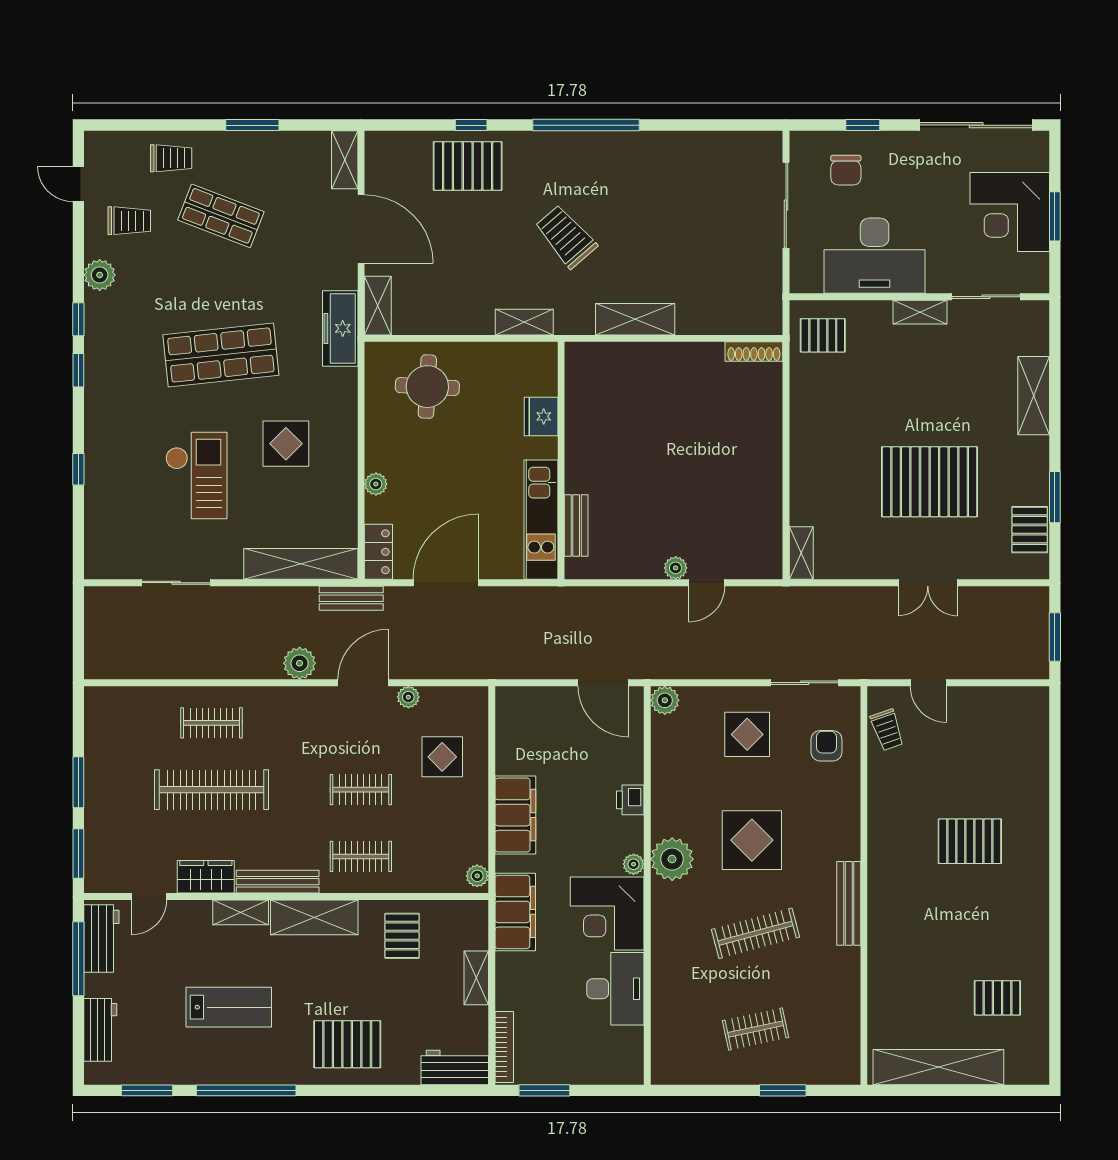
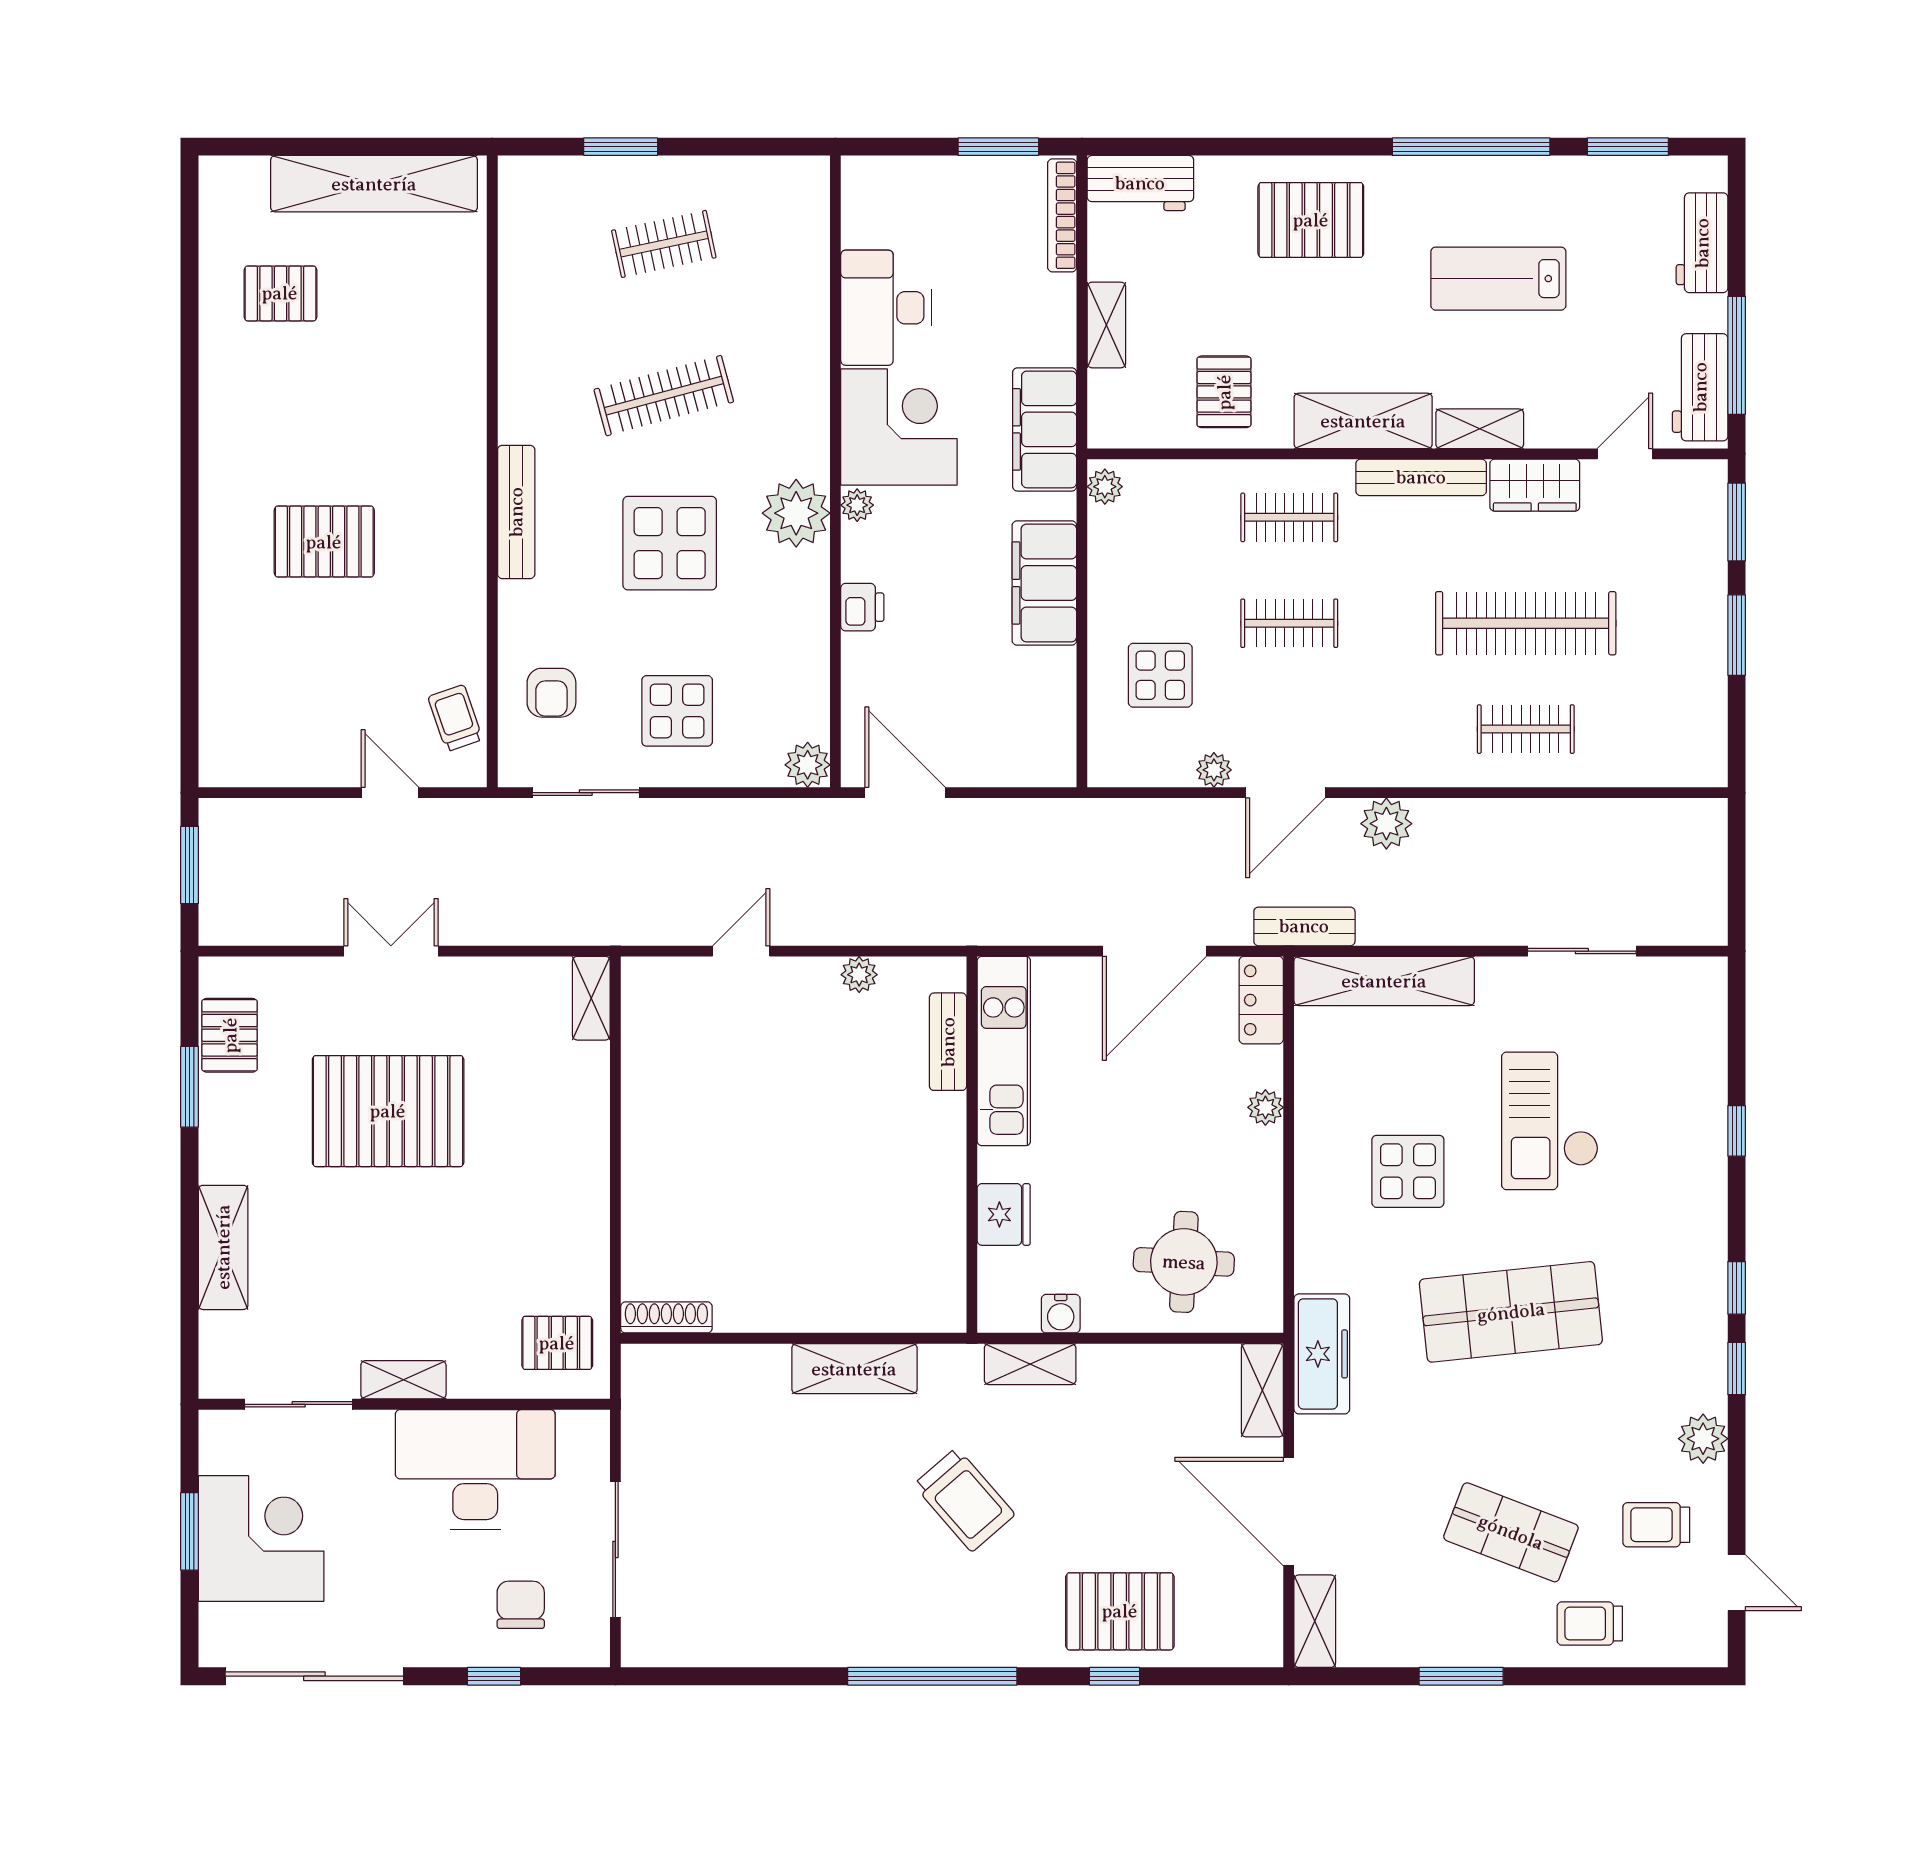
water cooler: (505, 354) -> (1061, 1314), added
plant: (676, 568) -> (859, 975), moved
bench: (849, 903) -> (516, 512), moved

